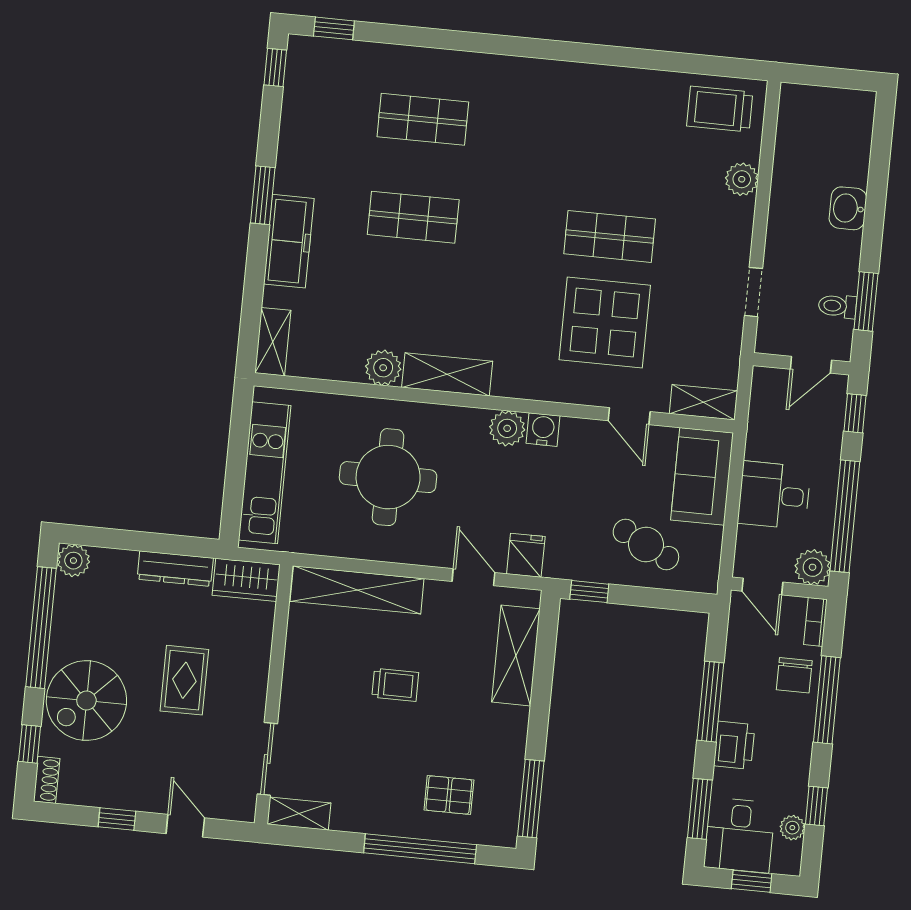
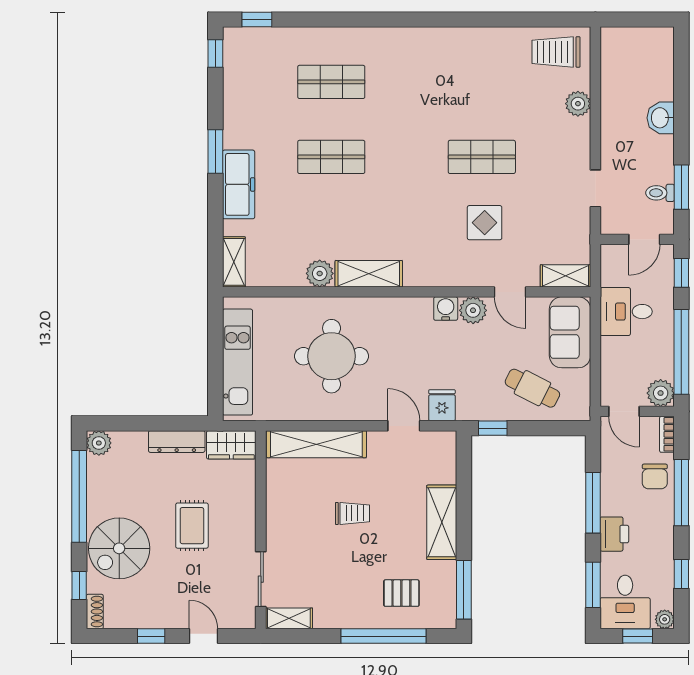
display table: (605, 322) -> (485, 223), width x0.54, depth x0.54
plant: (507, 428) -> (473, 310), moved
desk: (774, 495) -> (626, 312), moved
shelving: (516, 655) -> (442, 522), moved
plant: (792, 828) -> (665, 619), moved

